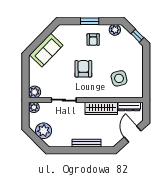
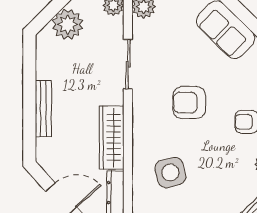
armchair: (83, 69) -> (189, 103), turned 180

